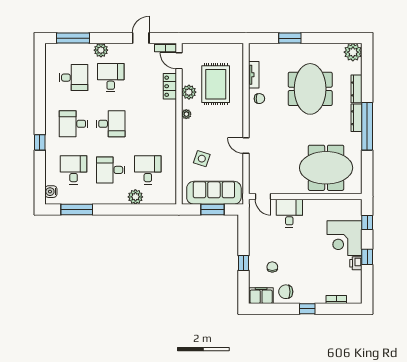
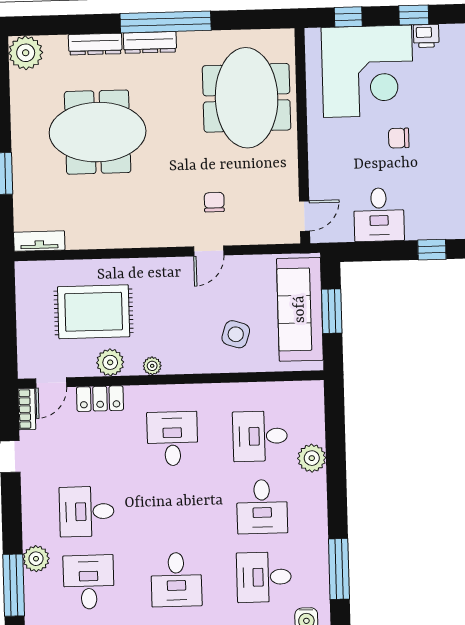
plant: (101, 50) -> (36, 559), moved
tv unit: (254, 75) -> (39, 241), moved
chair: (259, 99) -> (214, 202), moved
desk: (111, 124) -> (172, 439), moved
desk: (289, 213) -> (379, 215), moved, turned -90
corner desk: (344, 238) -> (367, 71), width x1.36, depth x1.36
chair: (272, 267) -> (399, 138), moved

